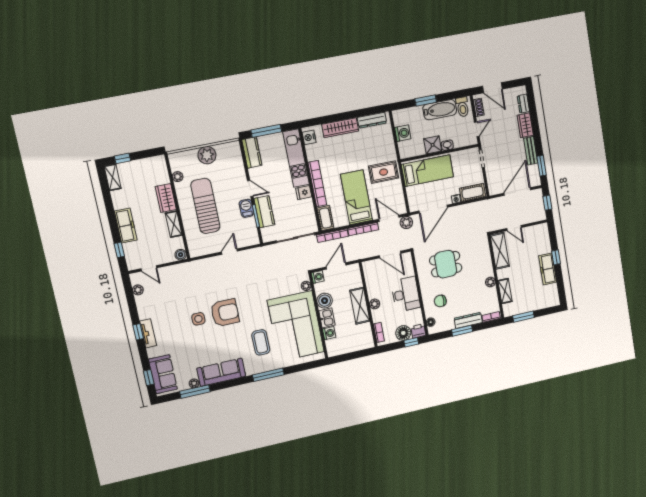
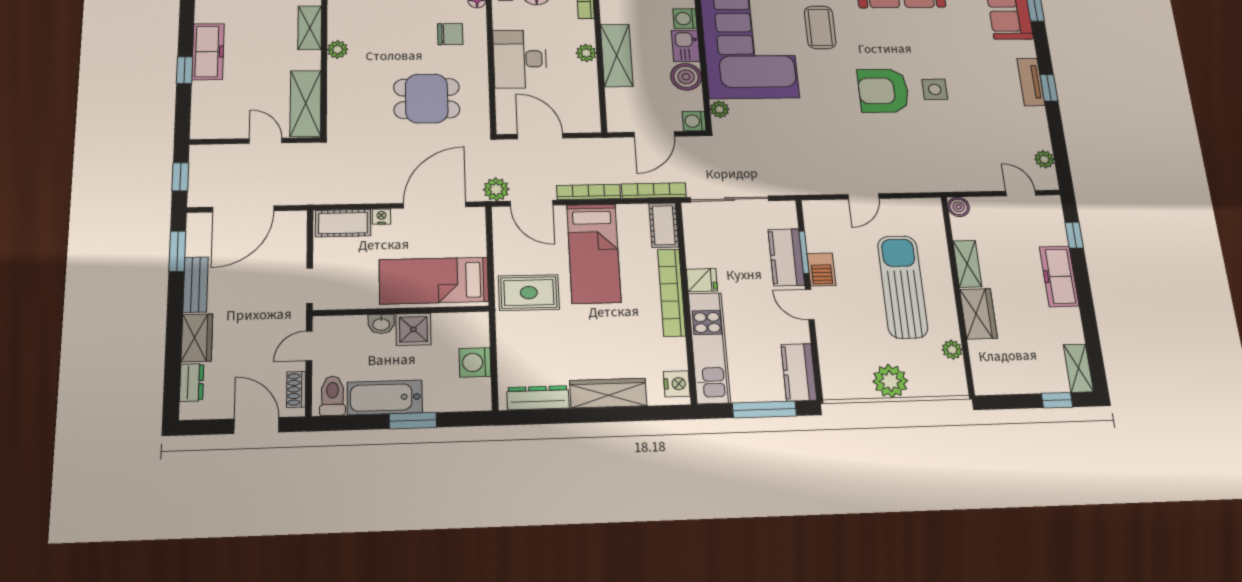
sun lounger: (205, 206) -> (903, 287), turned 180

